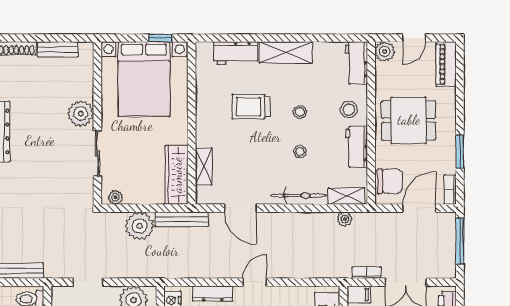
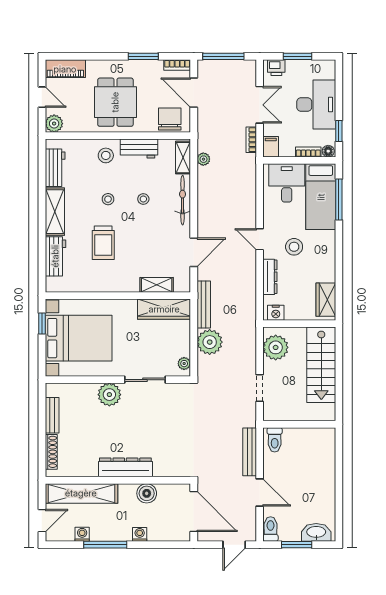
workbench: (356, 63) -> (55, 168), moved, turned -90

